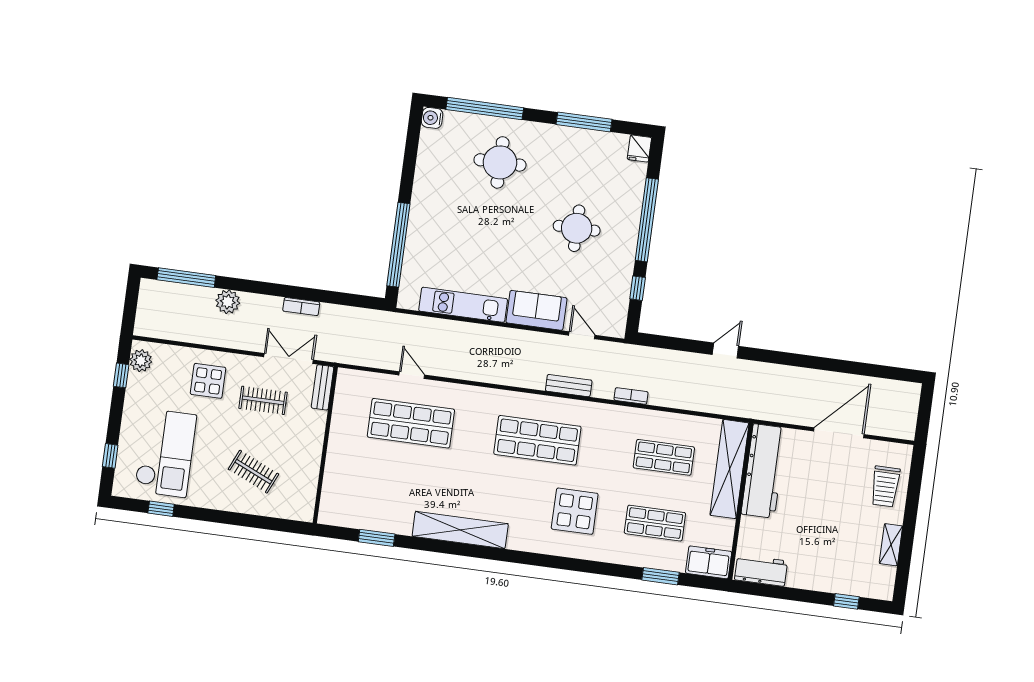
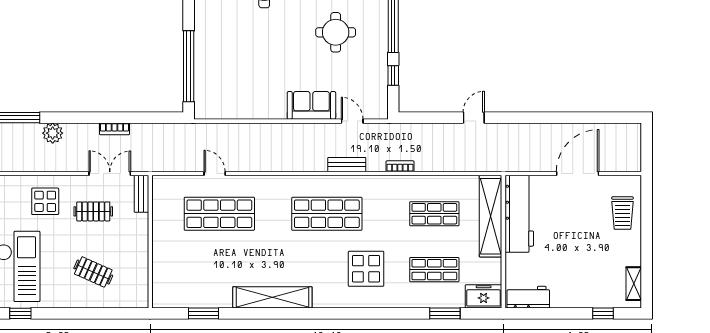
kitchen unit: (463, 305) -> (249, 109), removed
shelving: (891, 545) -> (634, 284), moved

